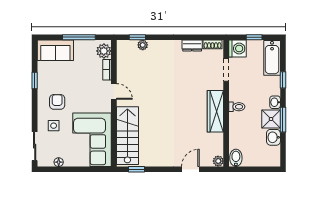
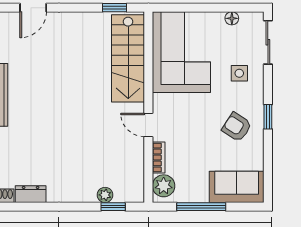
window: (35, 80) -> (268, 117), moved
armchair: (57, 102) -> (237, 127), moved, turned 123

